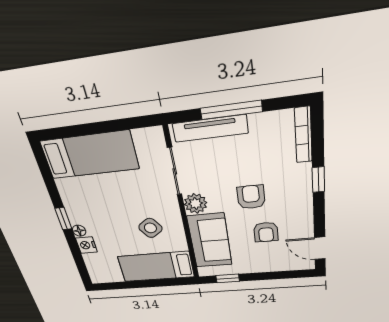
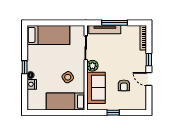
armchair: (251, 197) -> (119, 65), removed
door: (320, 248) -> (149, 79), moved
window: (228, 278) -> (113, 113), moved

